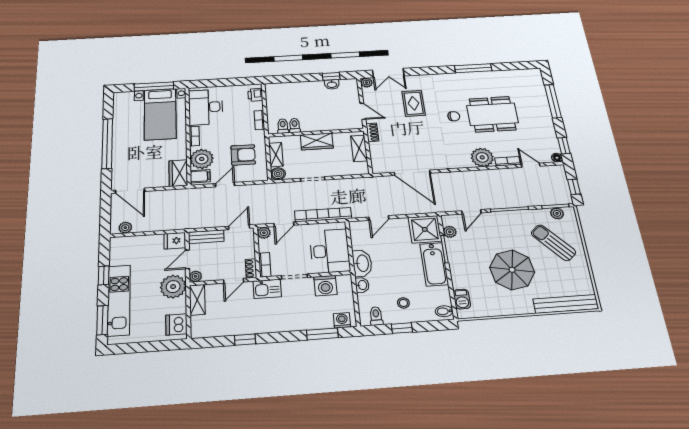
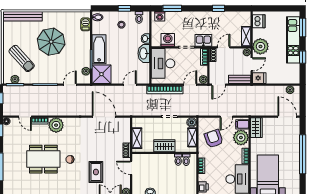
armchair: (243, 155) -> (214, 139), turned 71

